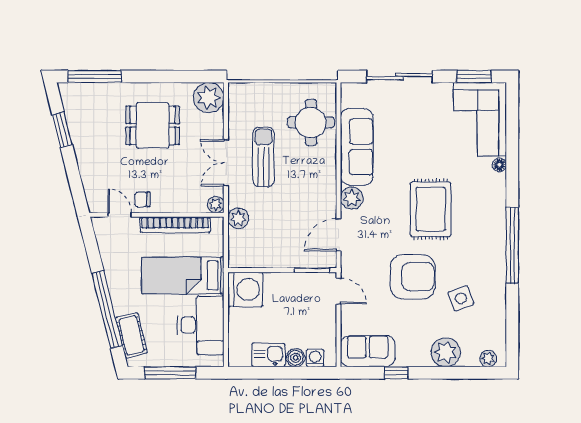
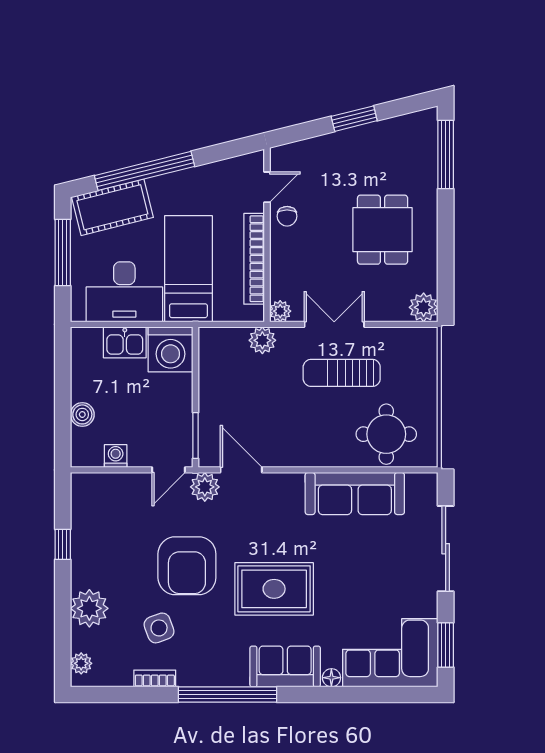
plant: (209, 98) -> (424, 307), width x0.73, depth x0.73
window: (62, 130) -> (354, 119), moved
sun lounger: (263, 157) -> (342, 373), turned 180
plant: (352, 198) -> (205, 487), moved
chair: (142, 199) -> (287, 216), turned 180
bookcase: (500, 302) -> (155, 678), added
cot: (131, 335) -> (112, 207), width x1.37, depth x1.34
sofa: (368, 351) -> (285, 666), moved, turned -90
kitchen sink: (268, 355) -> (125, 342), moved, turned 90
washing machine: (315, 358) -> (116, 456), moved, turned -90

